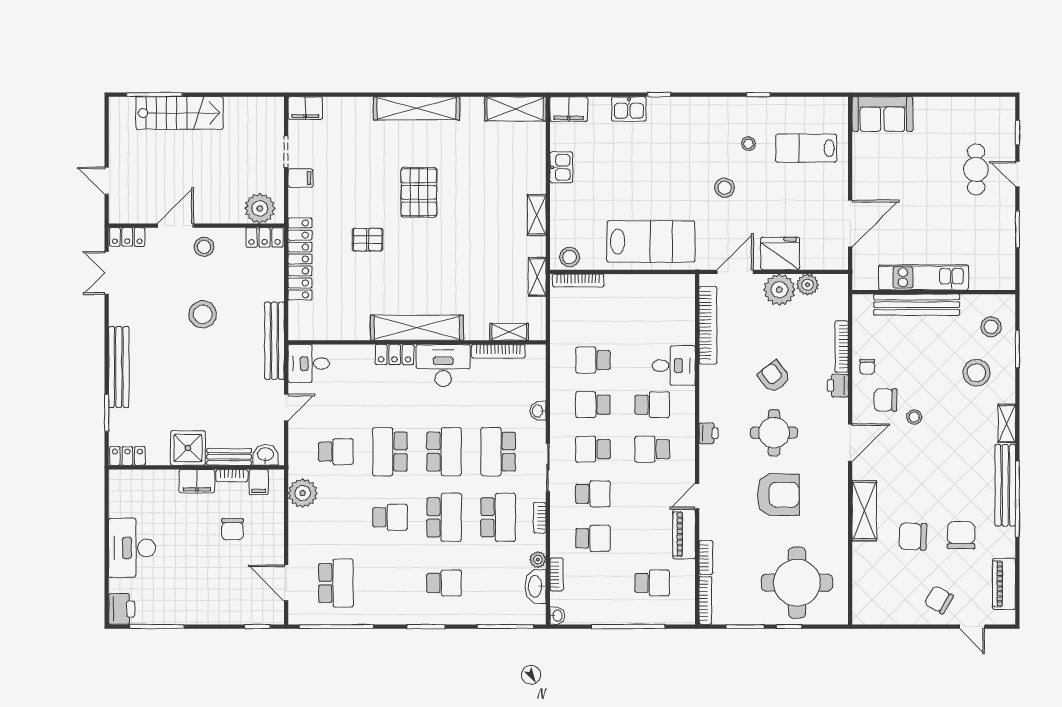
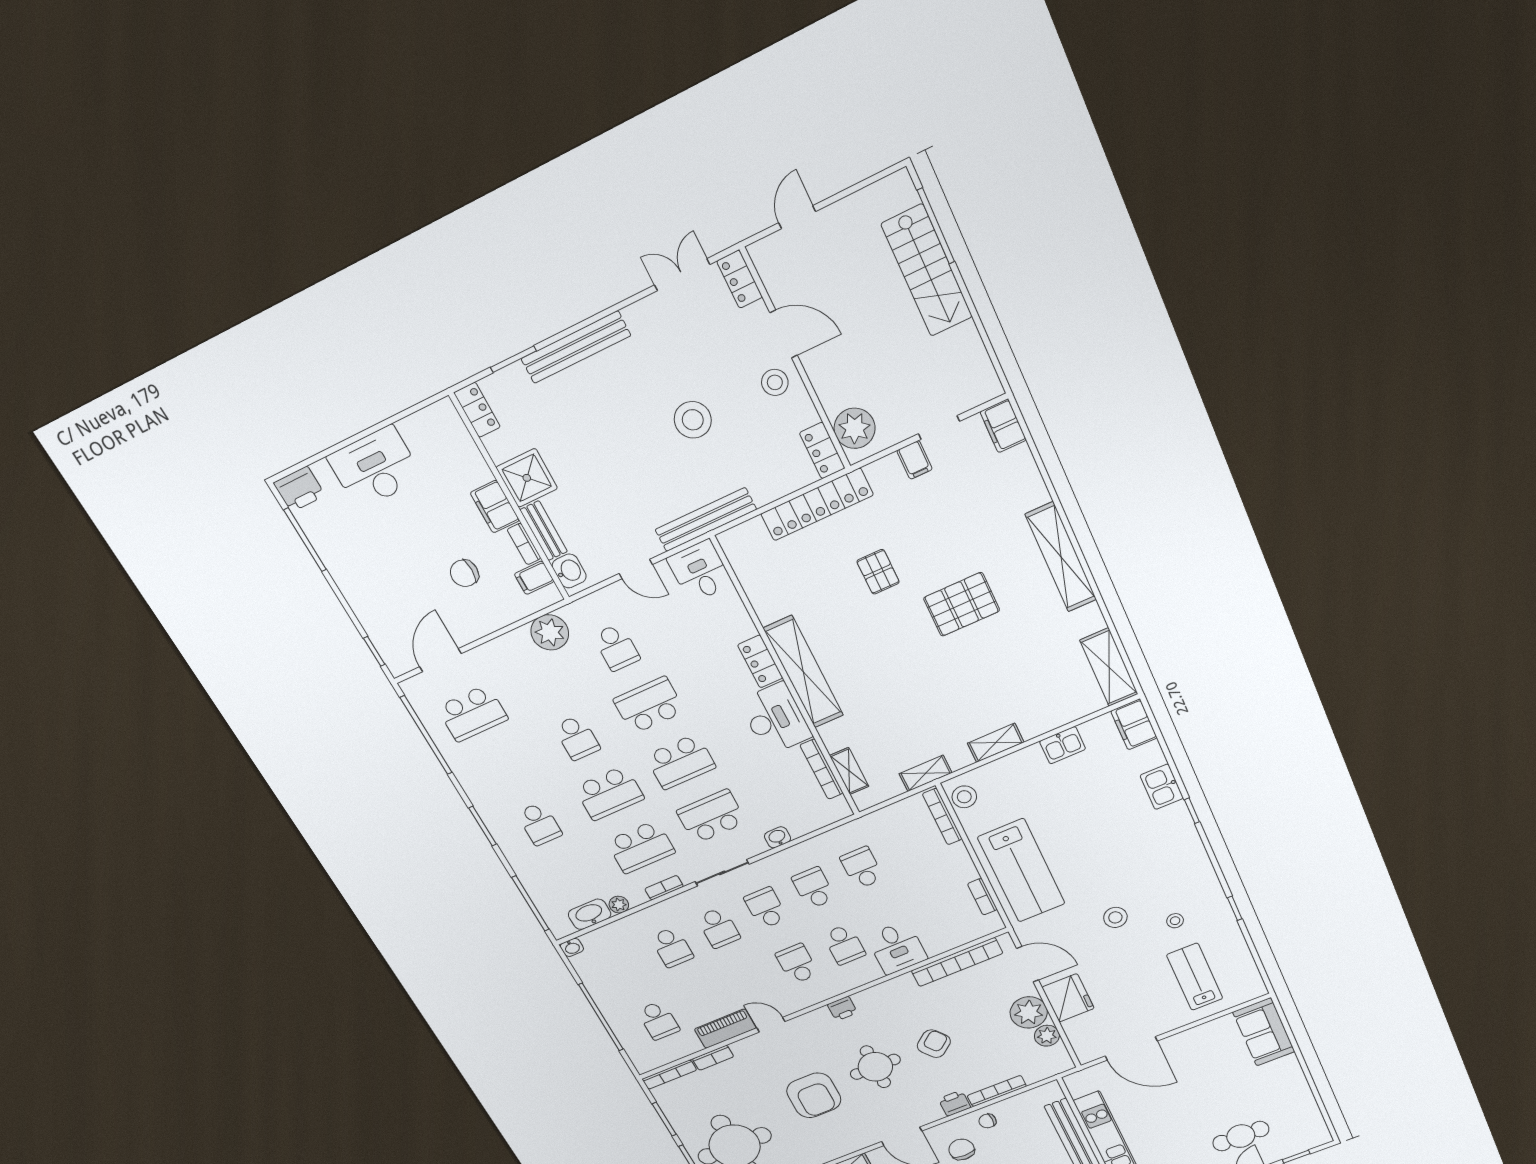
bookcase: (557, 575) -> (982, 897), moved, turned 90

